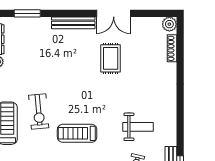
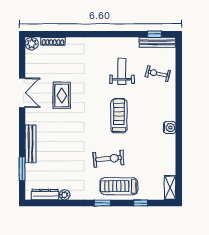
bench: (73, 23) -> (31, 144), moved
rug: (111, 58) -> (62, 95), turned 90
treadmill: (77, 133) -> (119, 116), moved, turned 180

